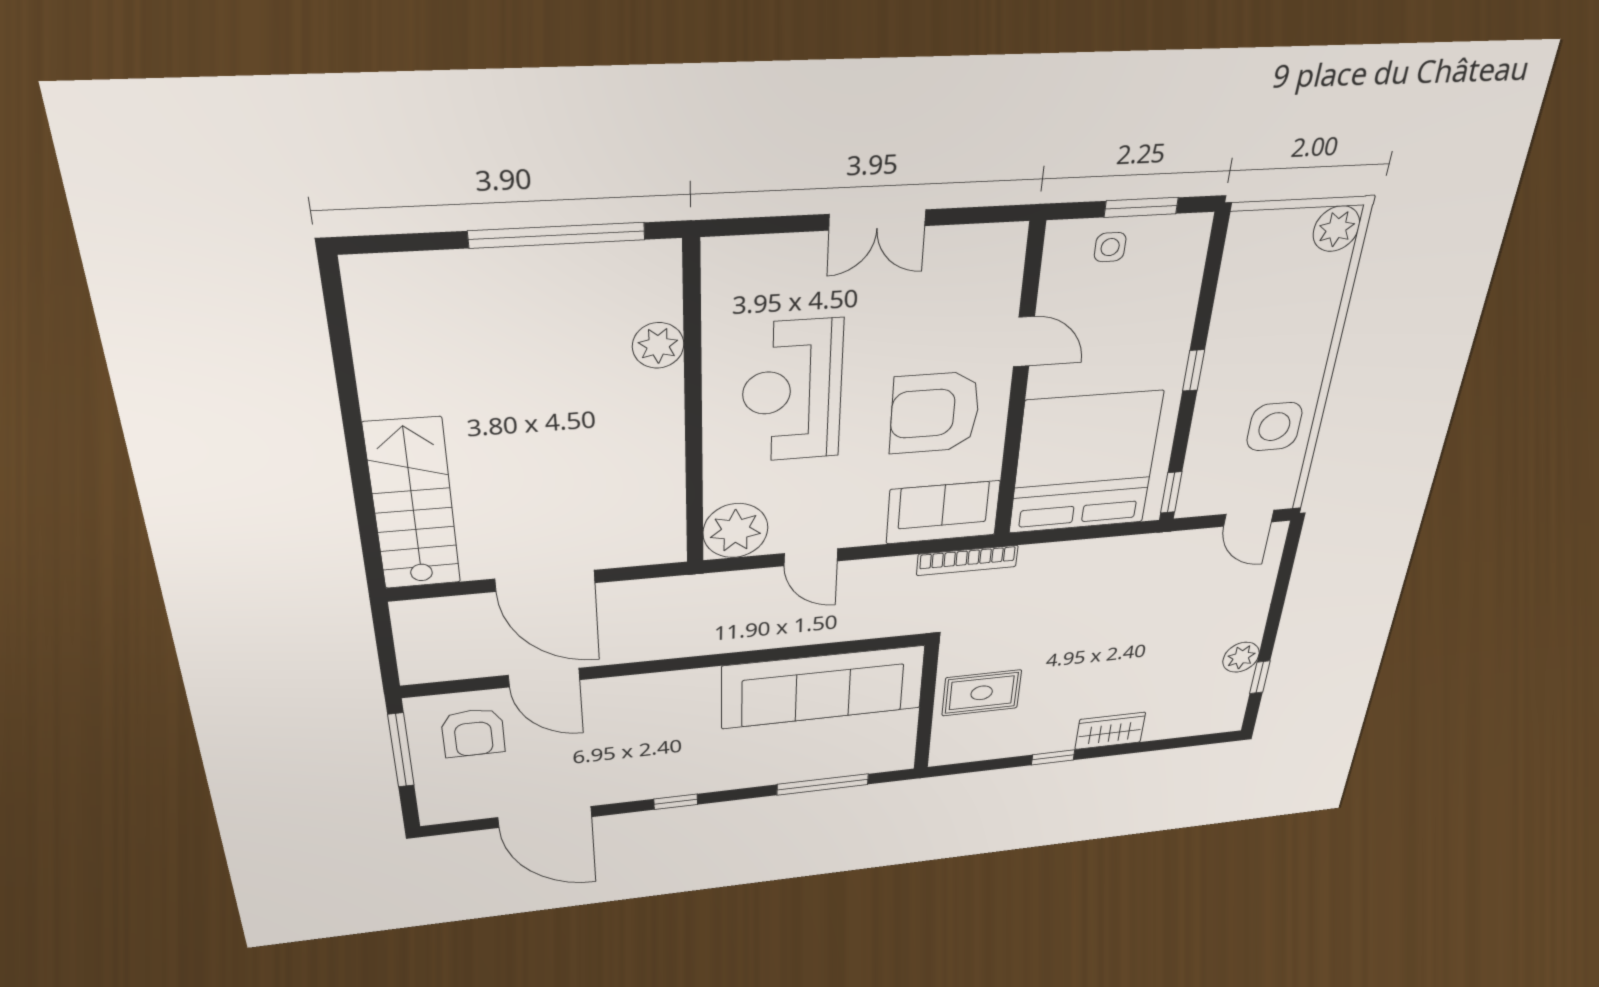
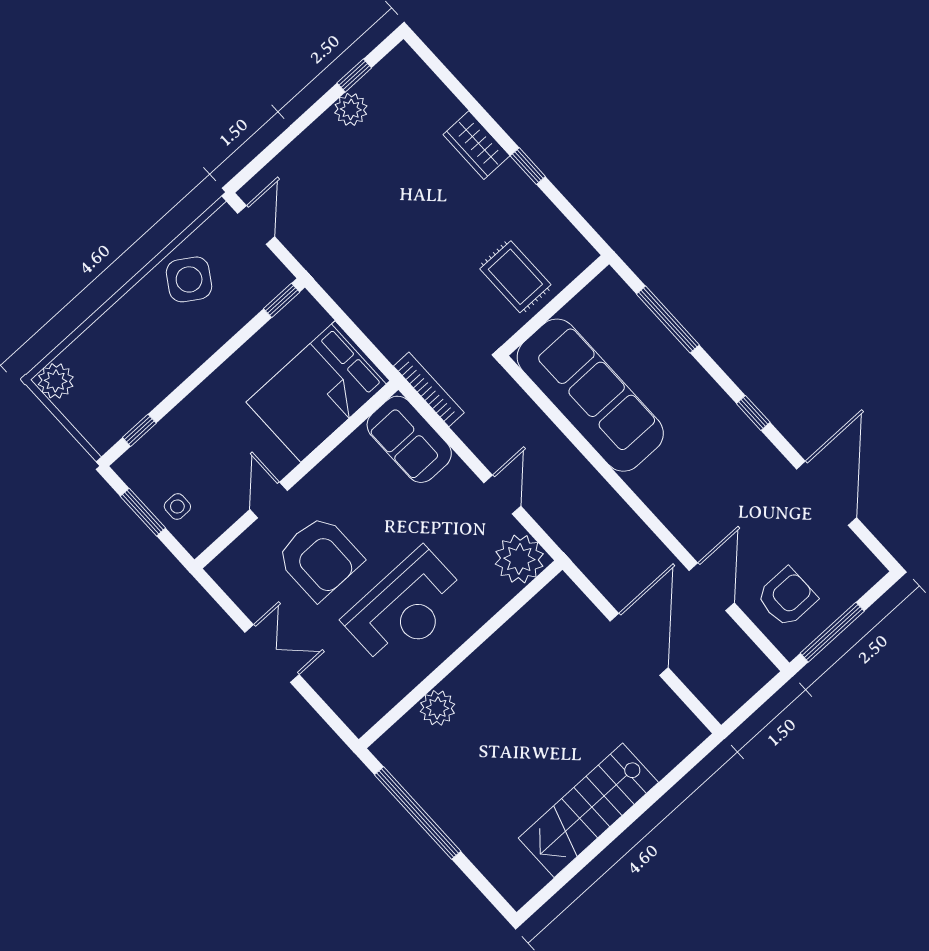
window: (1194, 370) -> (139, 430), moved
armchair: (935, 413) -> (319, 558), moved
side table: (1274, 427) -> (189, 279), turned 33
bed: (1085, 463) -> (318, 391), width x0.73
stairs: (413, 505) -> (588, 810), moved

